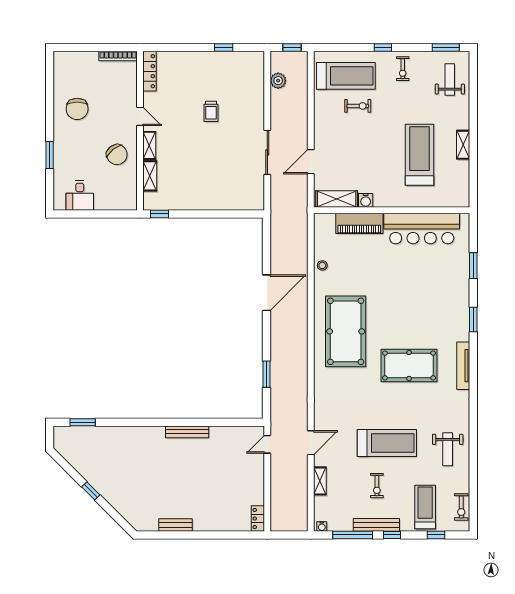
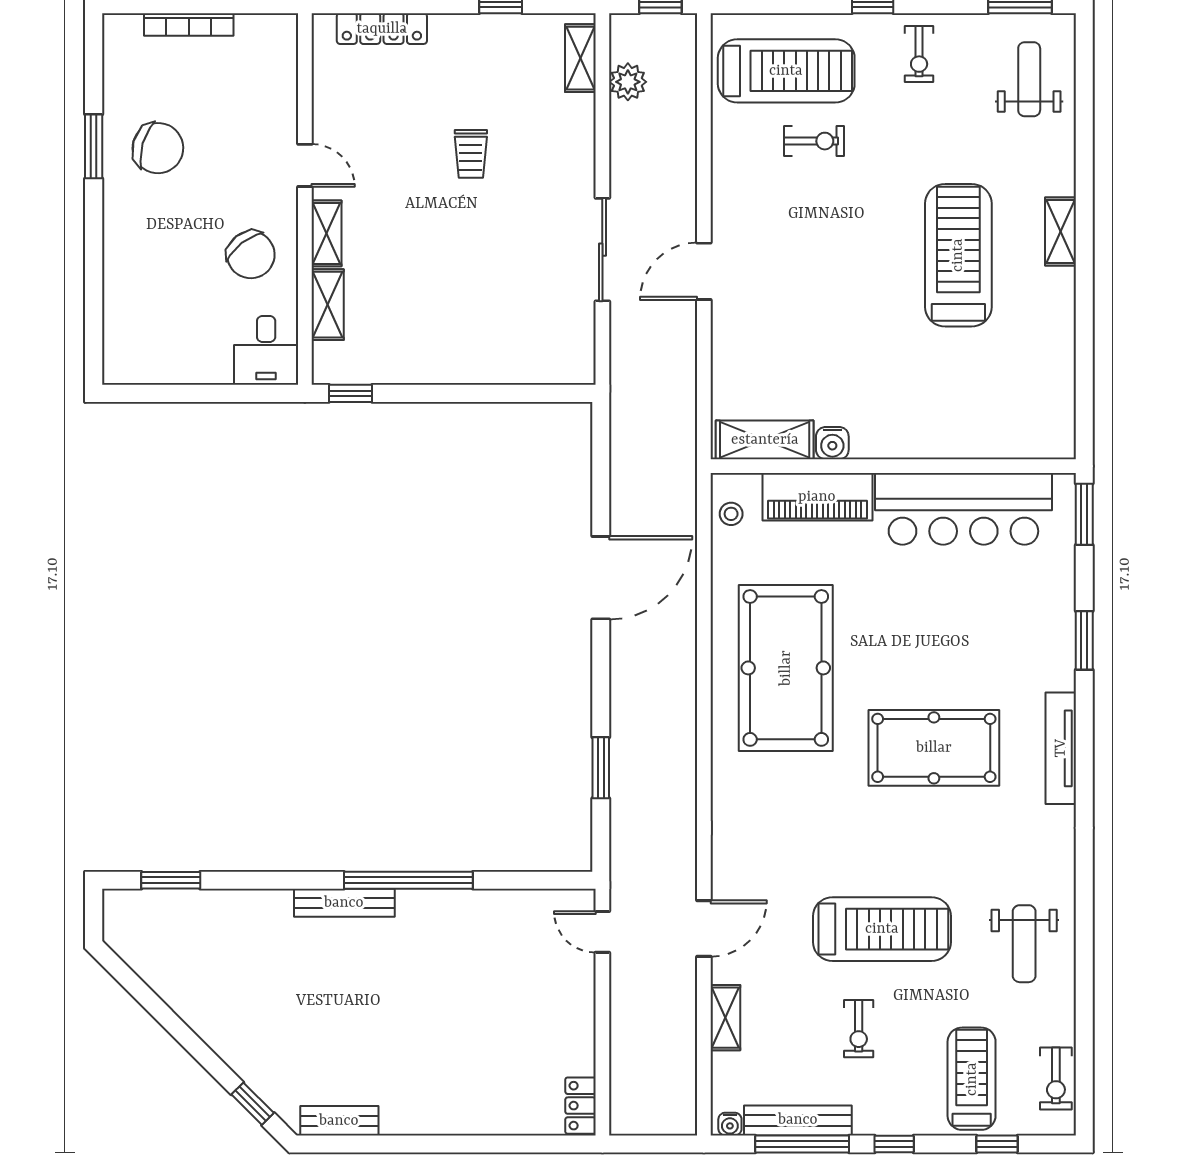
bookcase: (118, 56) -> (189, 25), moved
shelving: (258, 70) -> (580, 58), added
locker: (150, 71) -> (382, 29), moved, turned 90
chair: (77, 109) -> (158, 148), turned -74
window: (50, 155) -> (94, 146), moved
desk: (80, 195) -> (266, 350), moved
shelving: (337, 199) -> (765, 440), moved
water cooler: (366, 200) -> (832, 443), moved
wall: (392, 210) -> (893, 466), moved
piano: (359, 223) -> (817, 497), moved
bar counter: (422, 229) -> (963, 509), moved
window: (184, 422) -> (408, 880), added
bench: (187, 432) -> (344, 903), moved
door: (267, 444) -> (602, 932), hinge flipped
window: (91, 491) -> (253, 1104), moved
bench: (176, 525) -> (339, 1121), moved
bench: (376, 525) -> (798, 1120), moved

